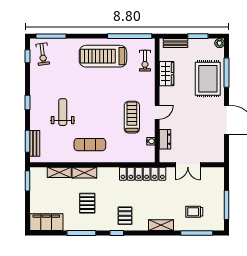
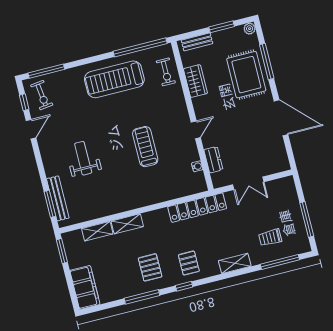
door: (27, 79) -> (31, 129), added
window: (27, 102) -> (38, 157), removed
treadmill: (132, 117) -> (145, 147), moved
bench: (35, 143) -> (58, 198), width x1.36
exercise mat: (90, 145) -> (125, 189), removed
pallet: (87, 203) -> (150, 267), moved
filing cabinet: (46, 222) -> (85, 287), moved, turned 90

